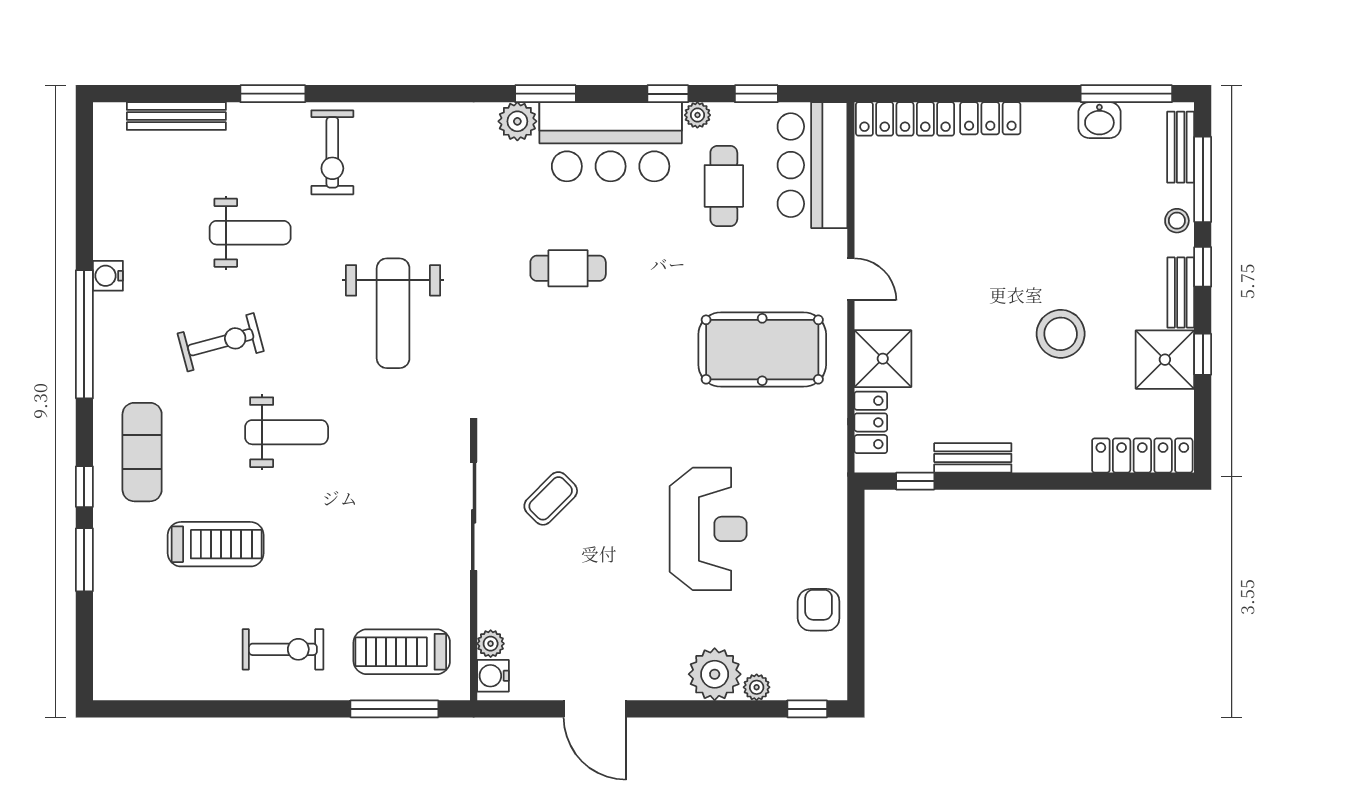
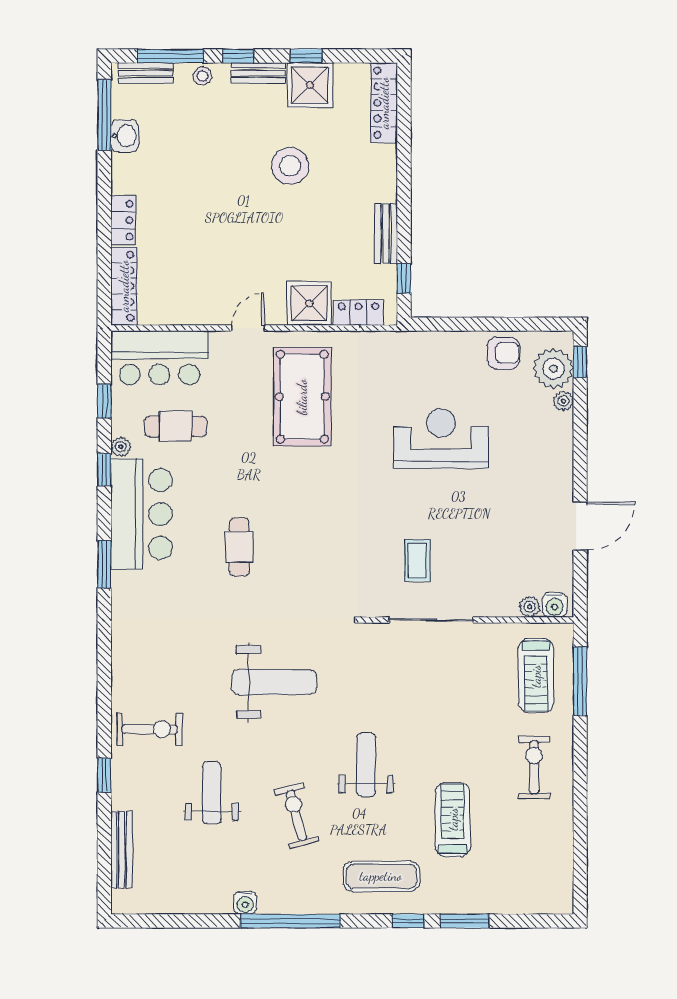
window: (273, 94) -> (104, 775), width x0.67
plant: (517, 121) -> (126, 586), removed
coffee table: (551, 498) -> (417, 560), turned 45
armchair: (819, 610) -> (503, 353), turned 180
plant: (715, 674) -> (553, 369), moved

